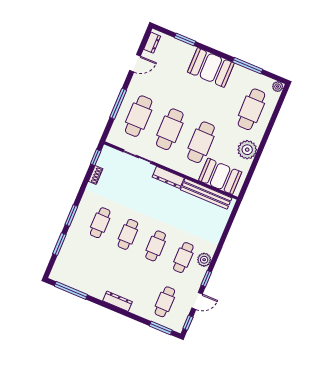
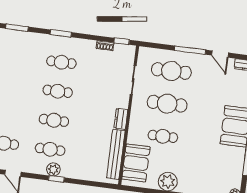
window: (118, 104) -> (190, 50), moved
cafe table: (251, 109) -> (207, 175), removed
cafe table: (201, 142) -> (163, 136), width x0.73, depth x0.74
dresser: (168, 177) -> (121, 119), width x0.70
window: (59, 244) -> (17, 28), moved
window: (206, 279) -> (56, 179), moved

